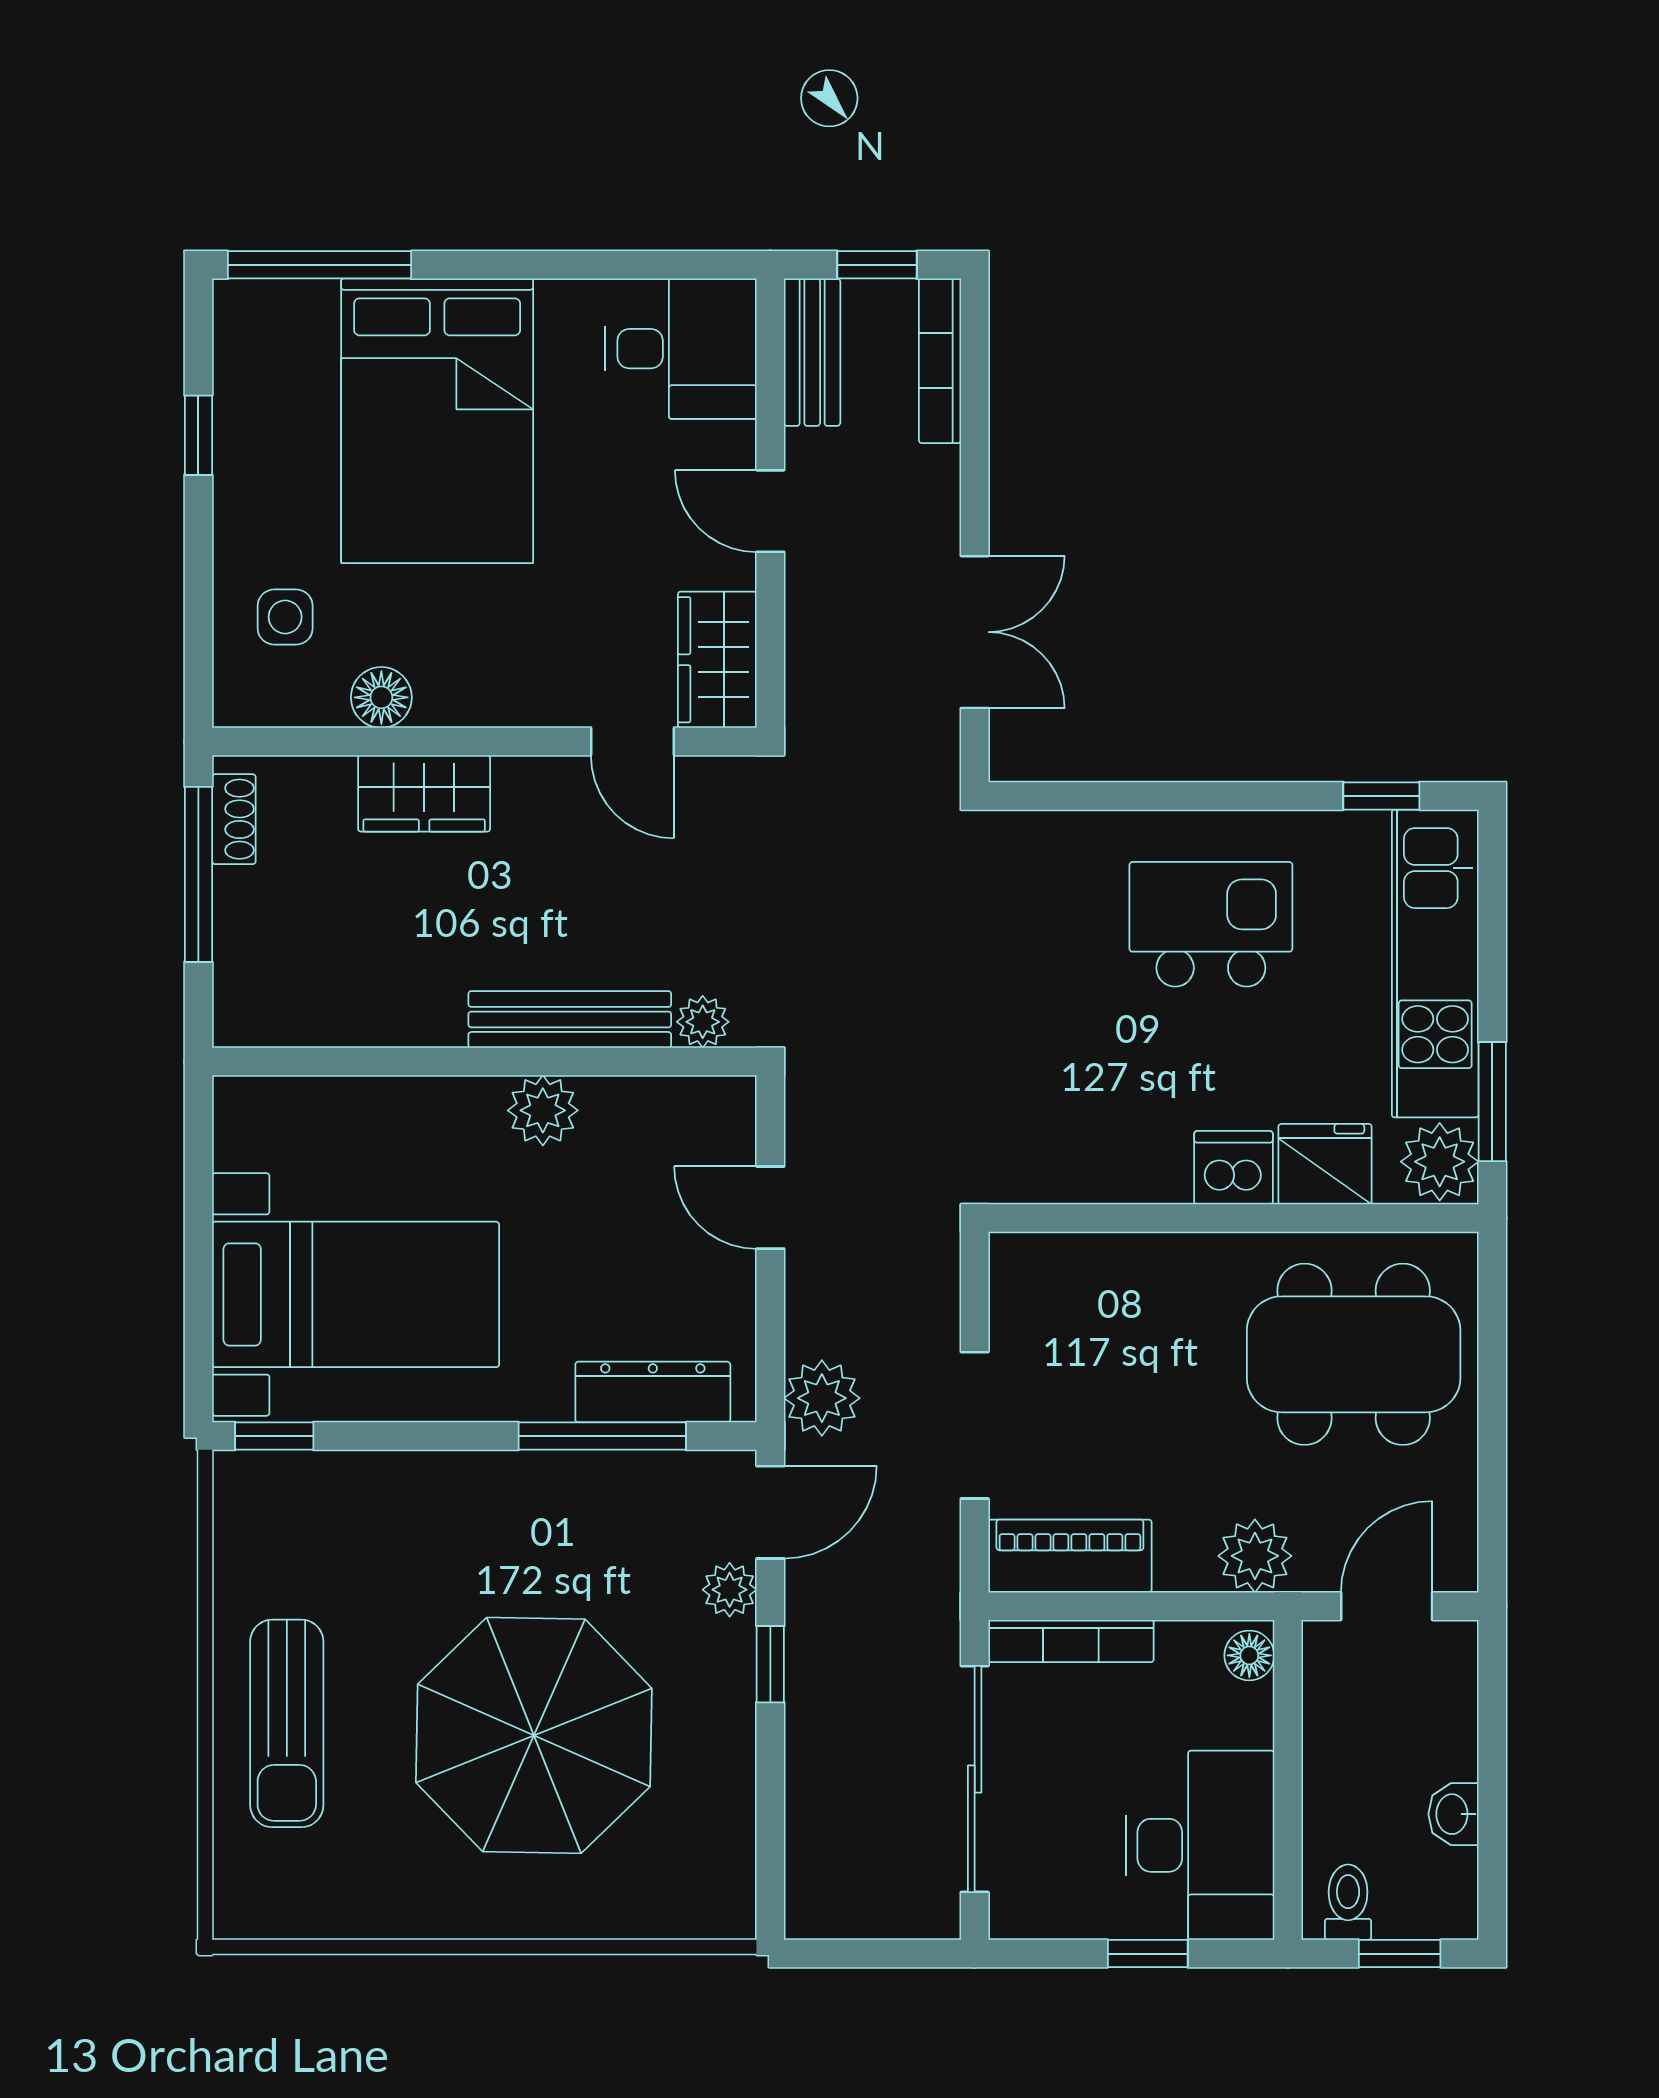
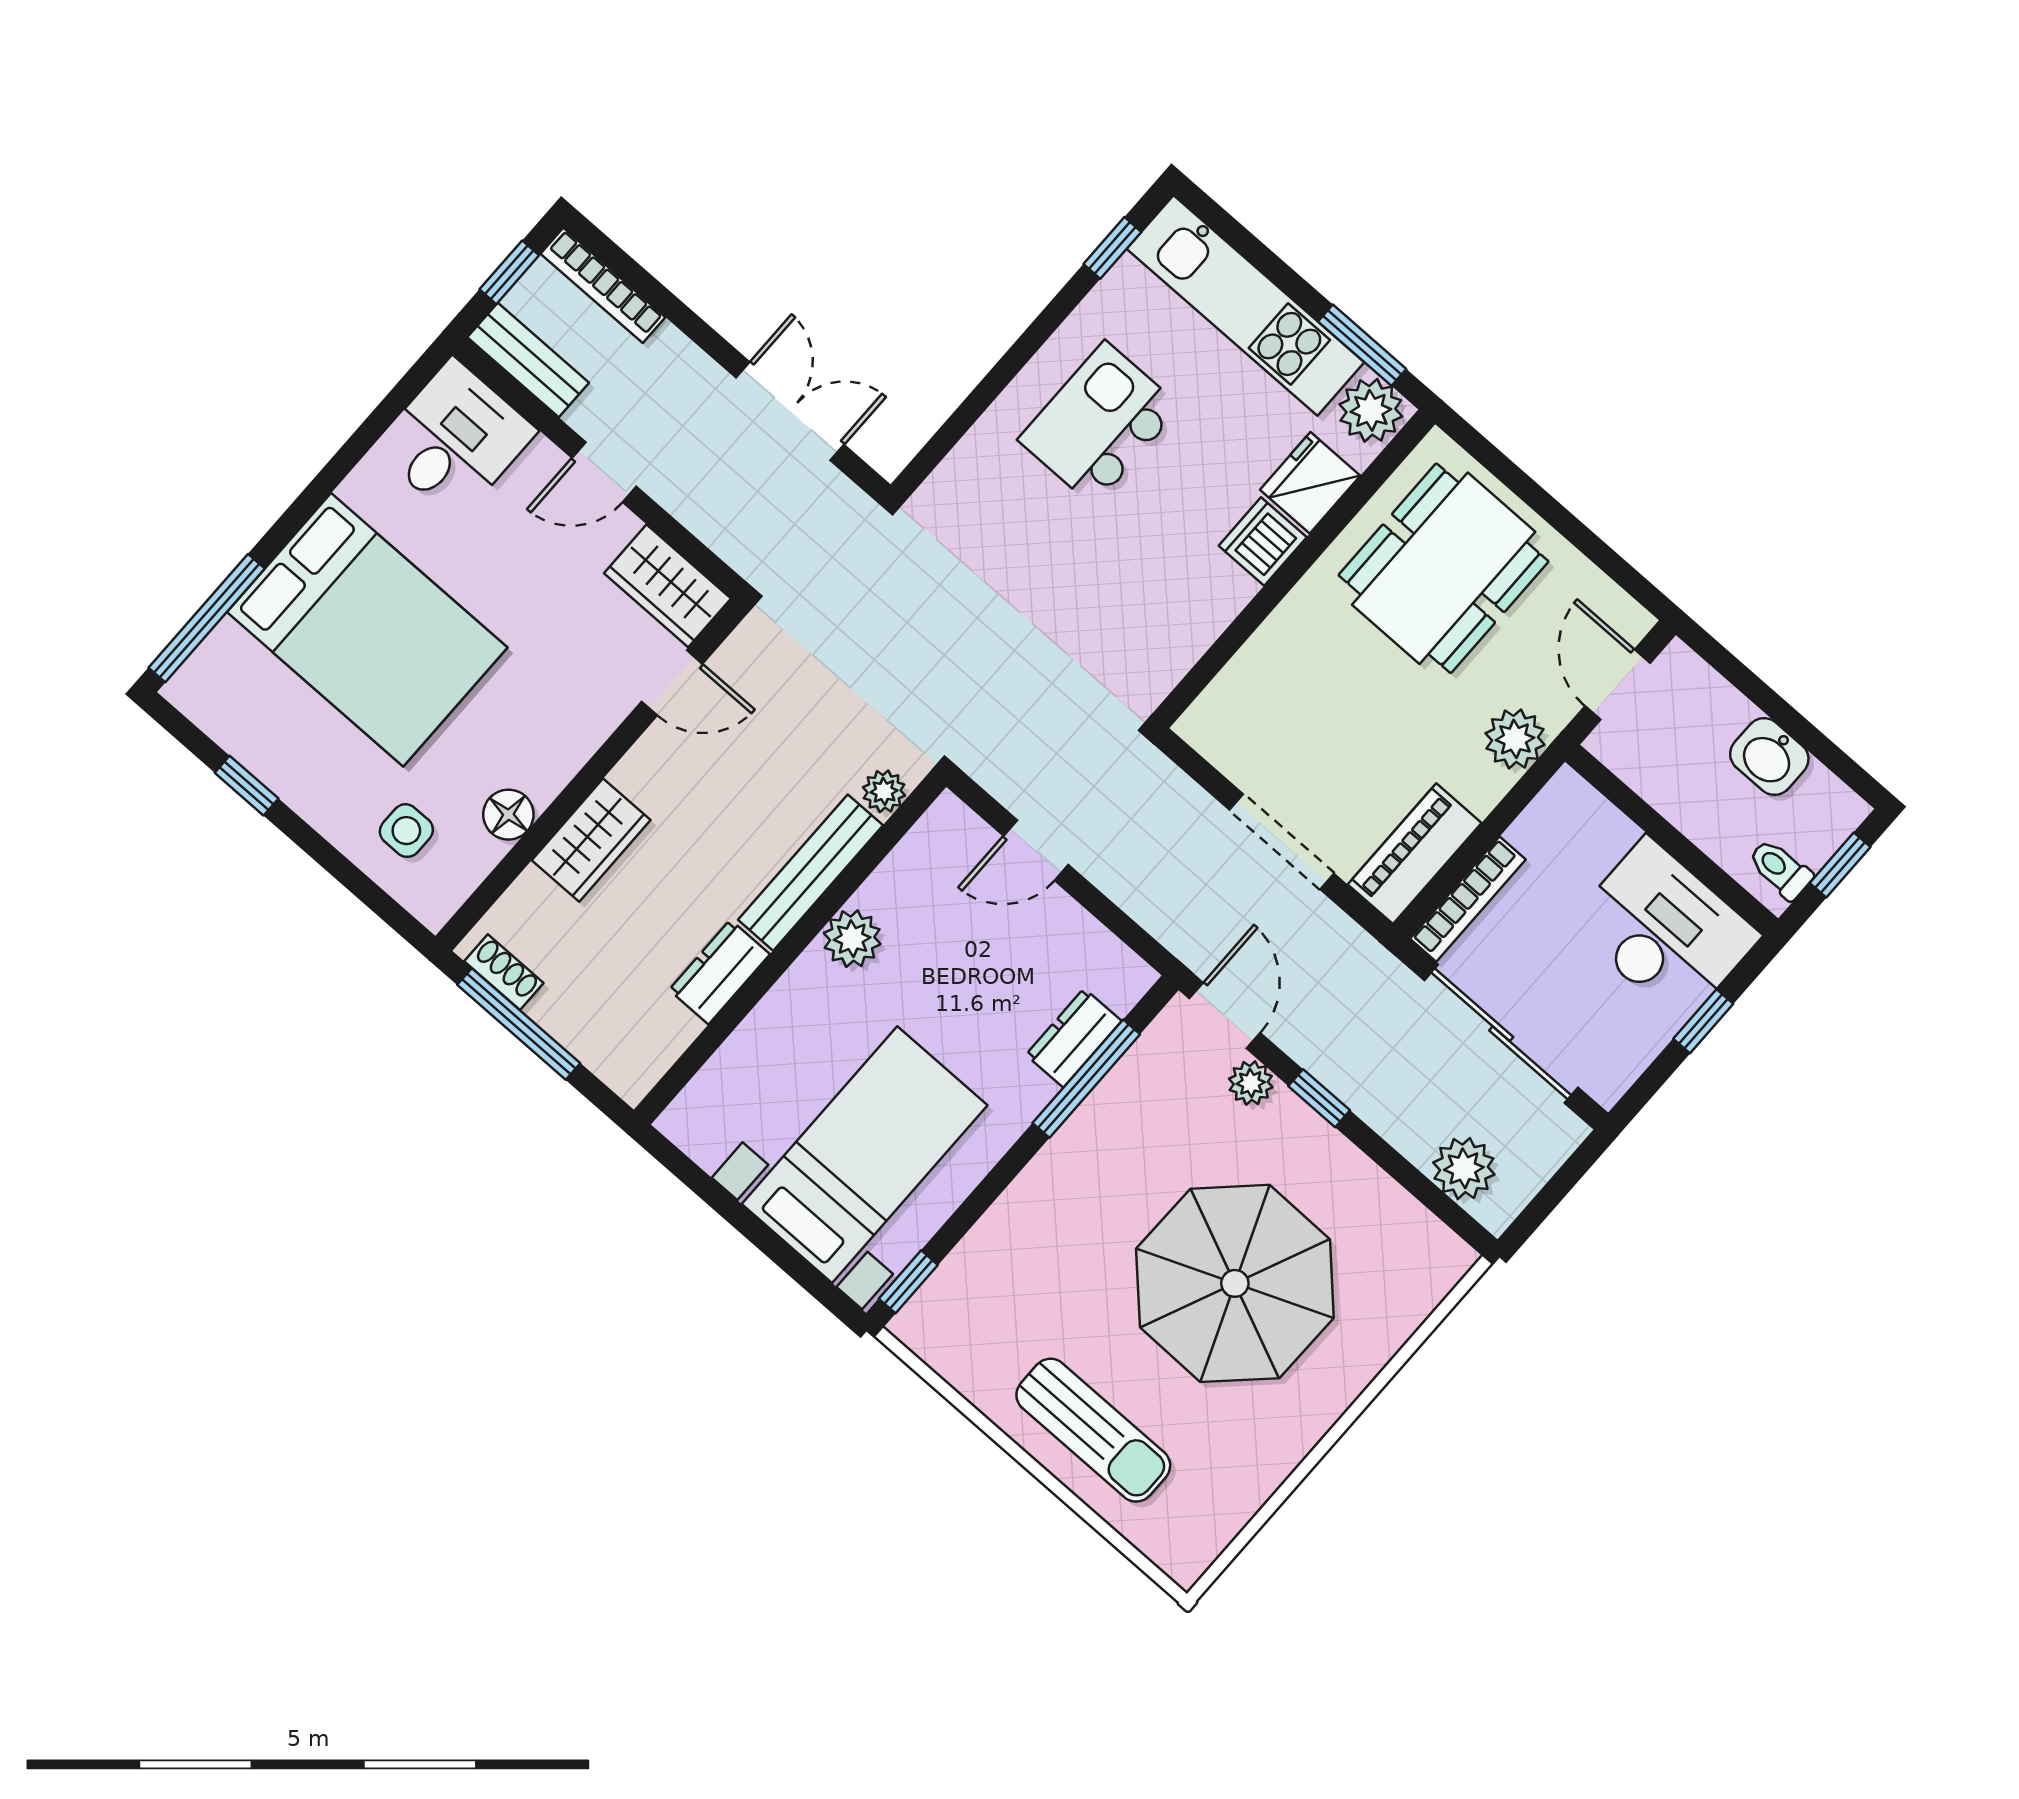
dresser: (406, 1016) -> (719, 972), added
dresser: (653, 1392) -> (1074, 1038), width x0.70
plant: (822, 1398) -> (1464, 1168), moved
floor lamp: (1249, 1655) -> (1574, 796), removed
washbasin: (1453, 1814) -> (1769, 756), width x1.38, depth x1.45

